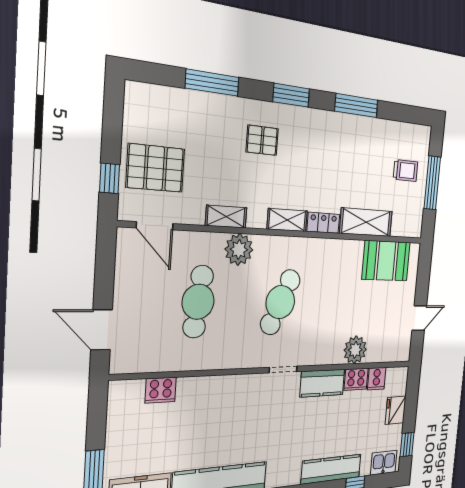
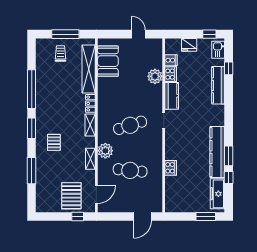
window: (356, 106) -> (32, 89), width x1.46
shelving: (366, 222) -> (89, 69), width x1.47
cafe table: (280, 302) -> (130, 125), turned -42
cooker: (161, 390) -> (171, 168), moved

